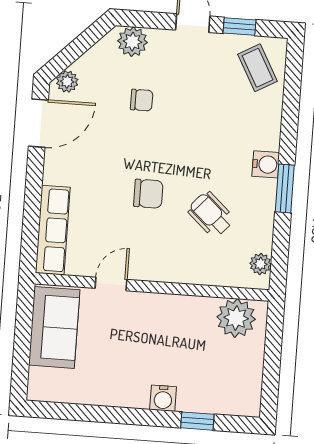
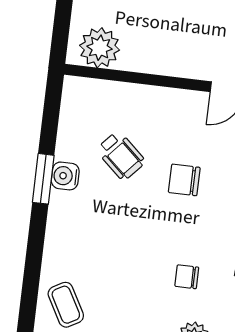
water cooler: (266, 164) -> (65, 176), moved
plant: (260, 264) -> (72, 102), removed

